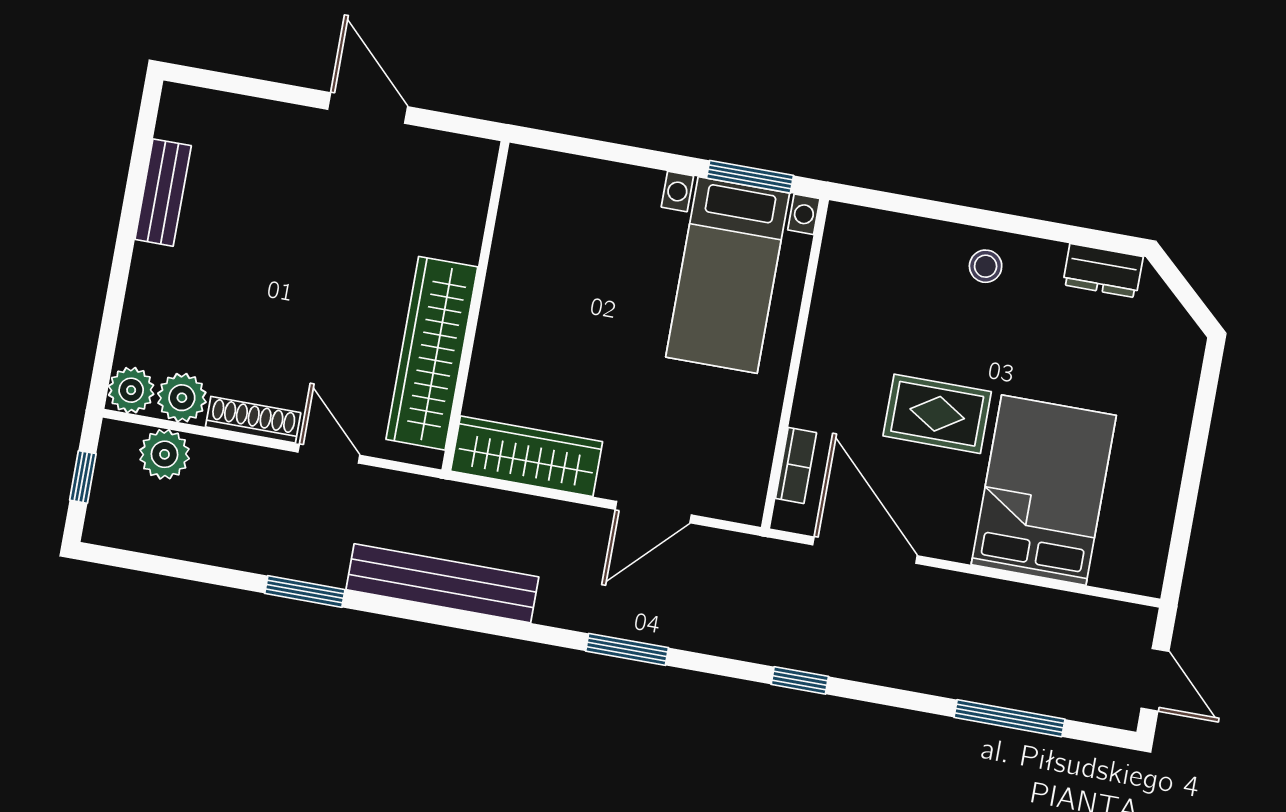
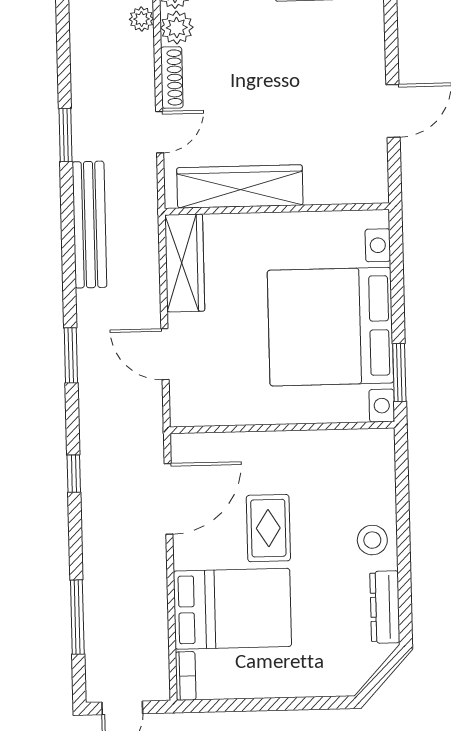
stool: (986, 266) -> (372, 540), width x1.37, depth x1.37
dresser: (1103, 271) -> (385, 607), width x1.44
bed with nightstands: (728, 275) -> (330, 327), width x1.85
plant: (165, 454) -> (141, 19), width x0.73, depth x0.73
bookcase: (796, 465) -> (186, 676), moved, turned -90

